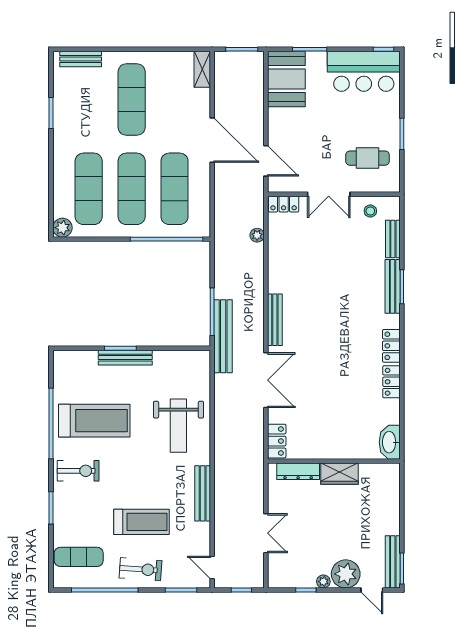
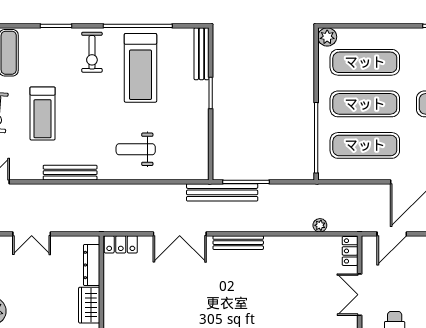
bench: (125, 358) -> (202, 54), moved
weight bench: (178, 426) -> (136, 149), width x0.73, depth x0.75

